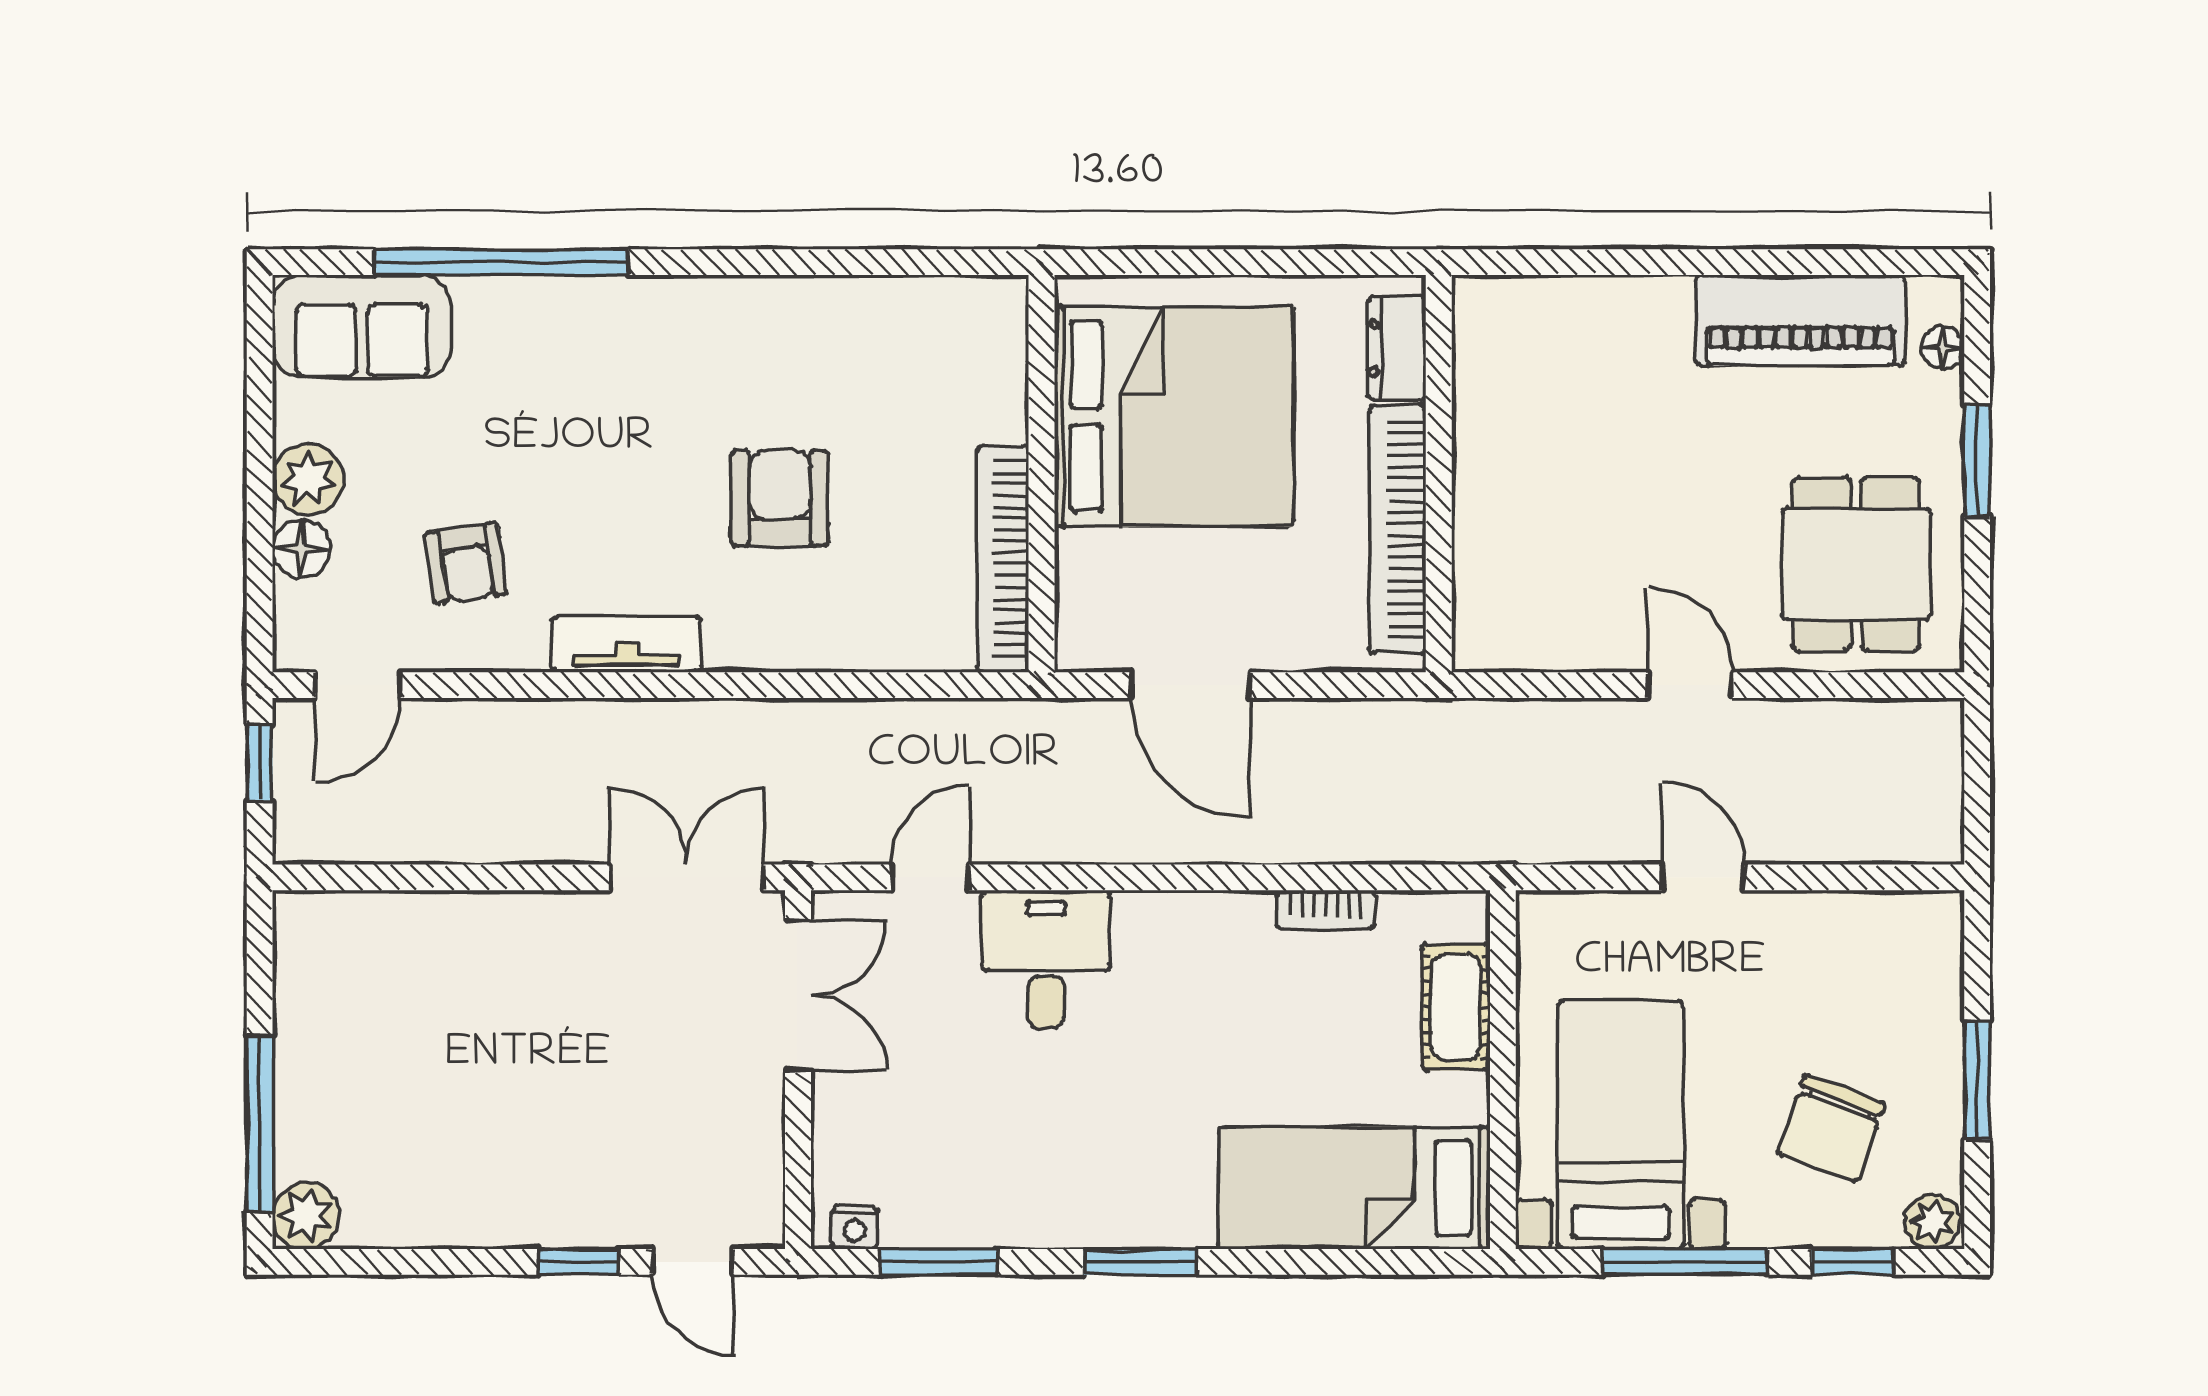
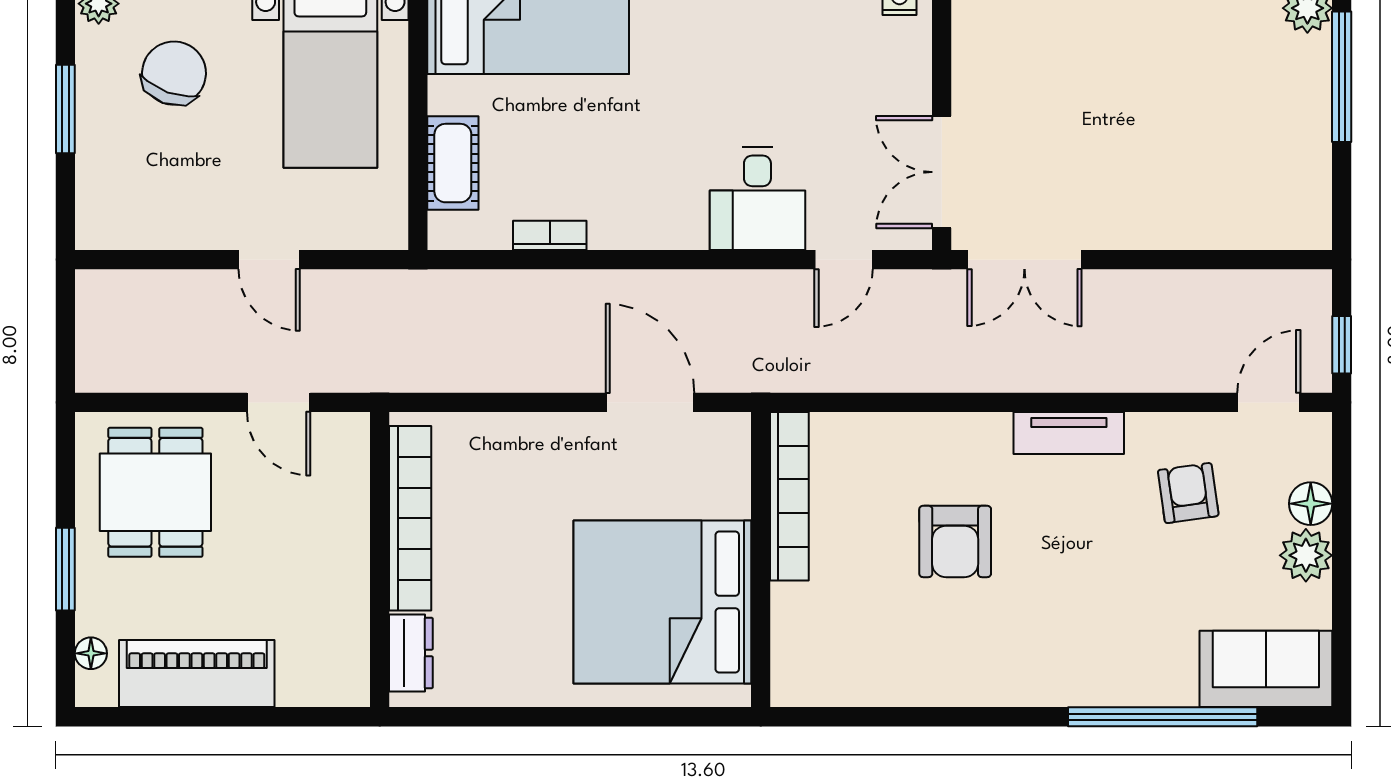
dresser: (1397, 348) -> (411, 653), moved
wall: (1439, 474) -> (380, 560), moved
bookcase: (1398, 529) -> (410, 518), moved

